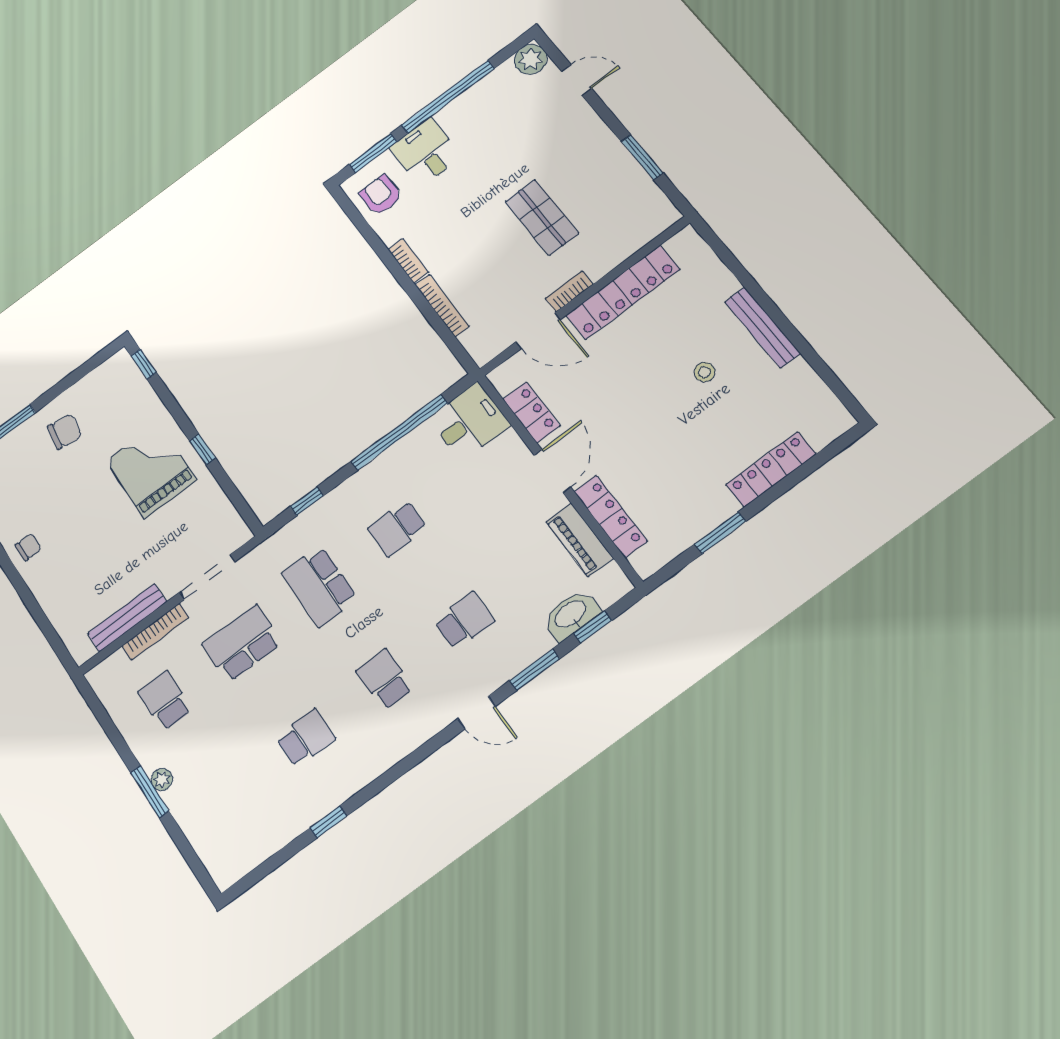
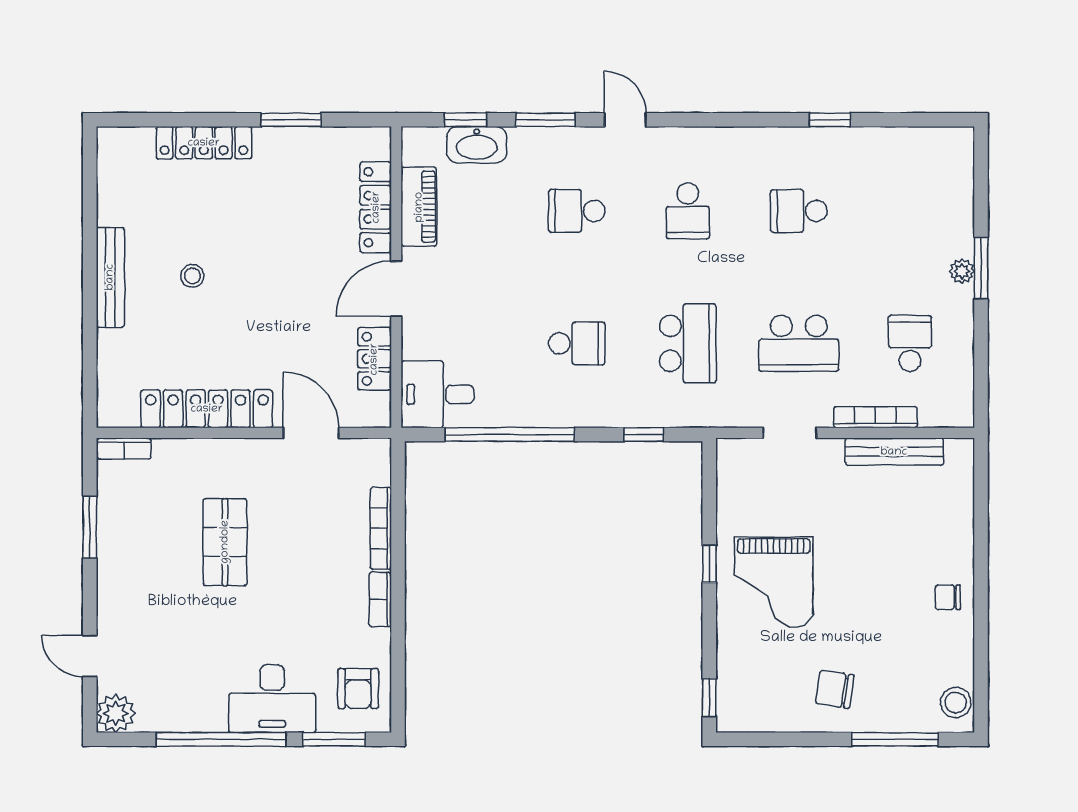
desk: (425, 152) -> (272, 699), width x1.37
bookcase: (569, 291) -> (124, 449), moved
doorway: (207, 577) -> (790, 433), width x0.73
school desk: (165, 701) -> (910, 343), turned 180

